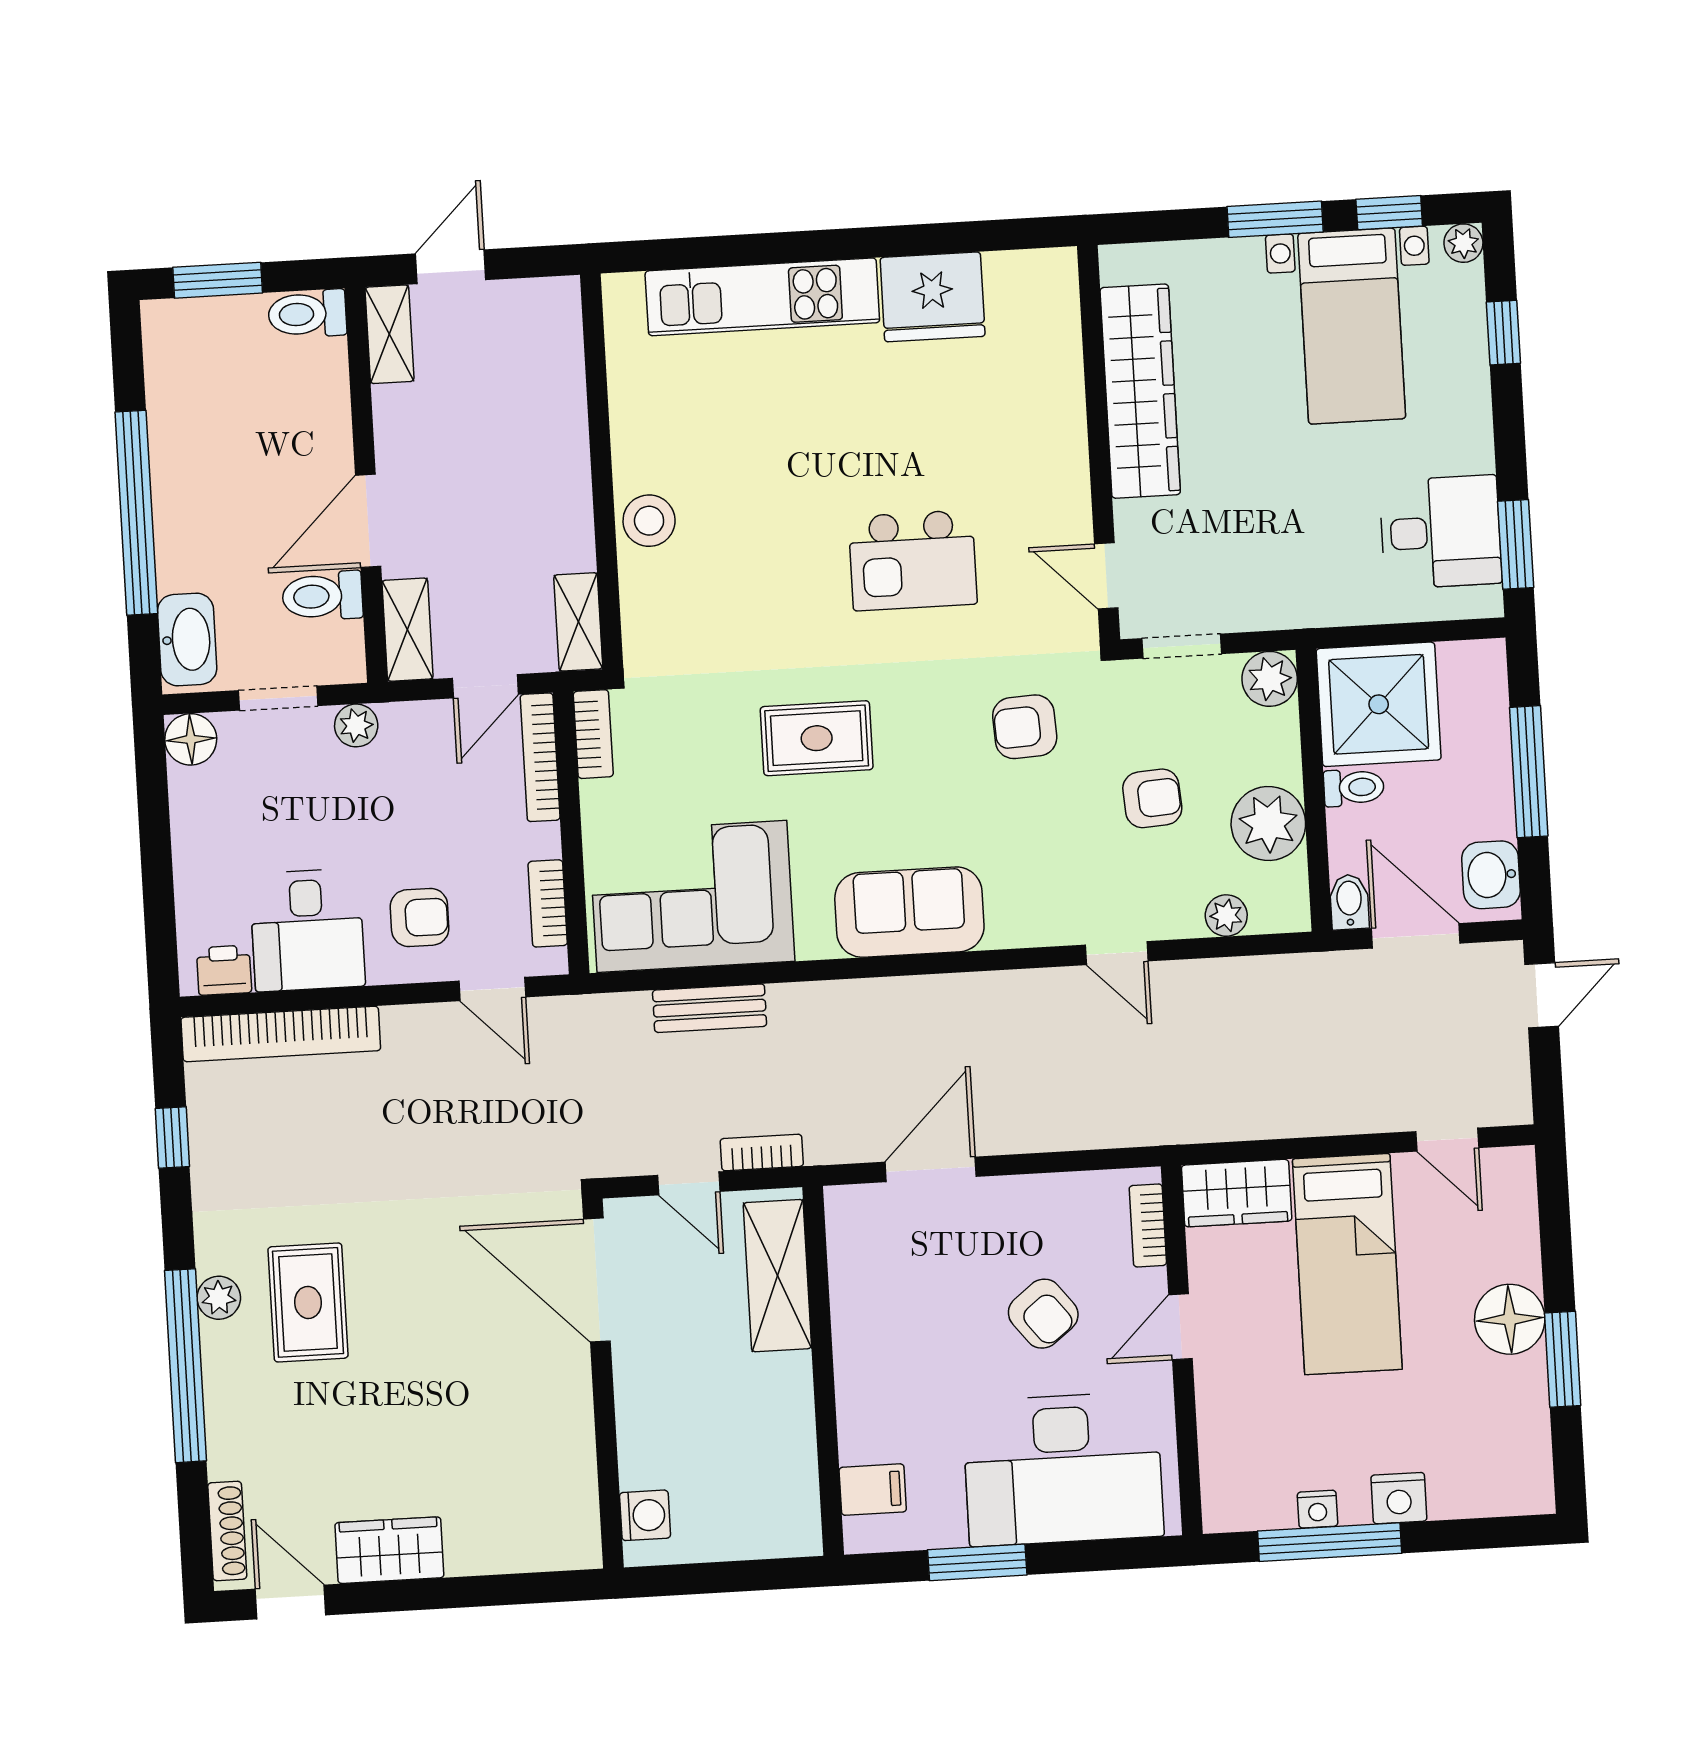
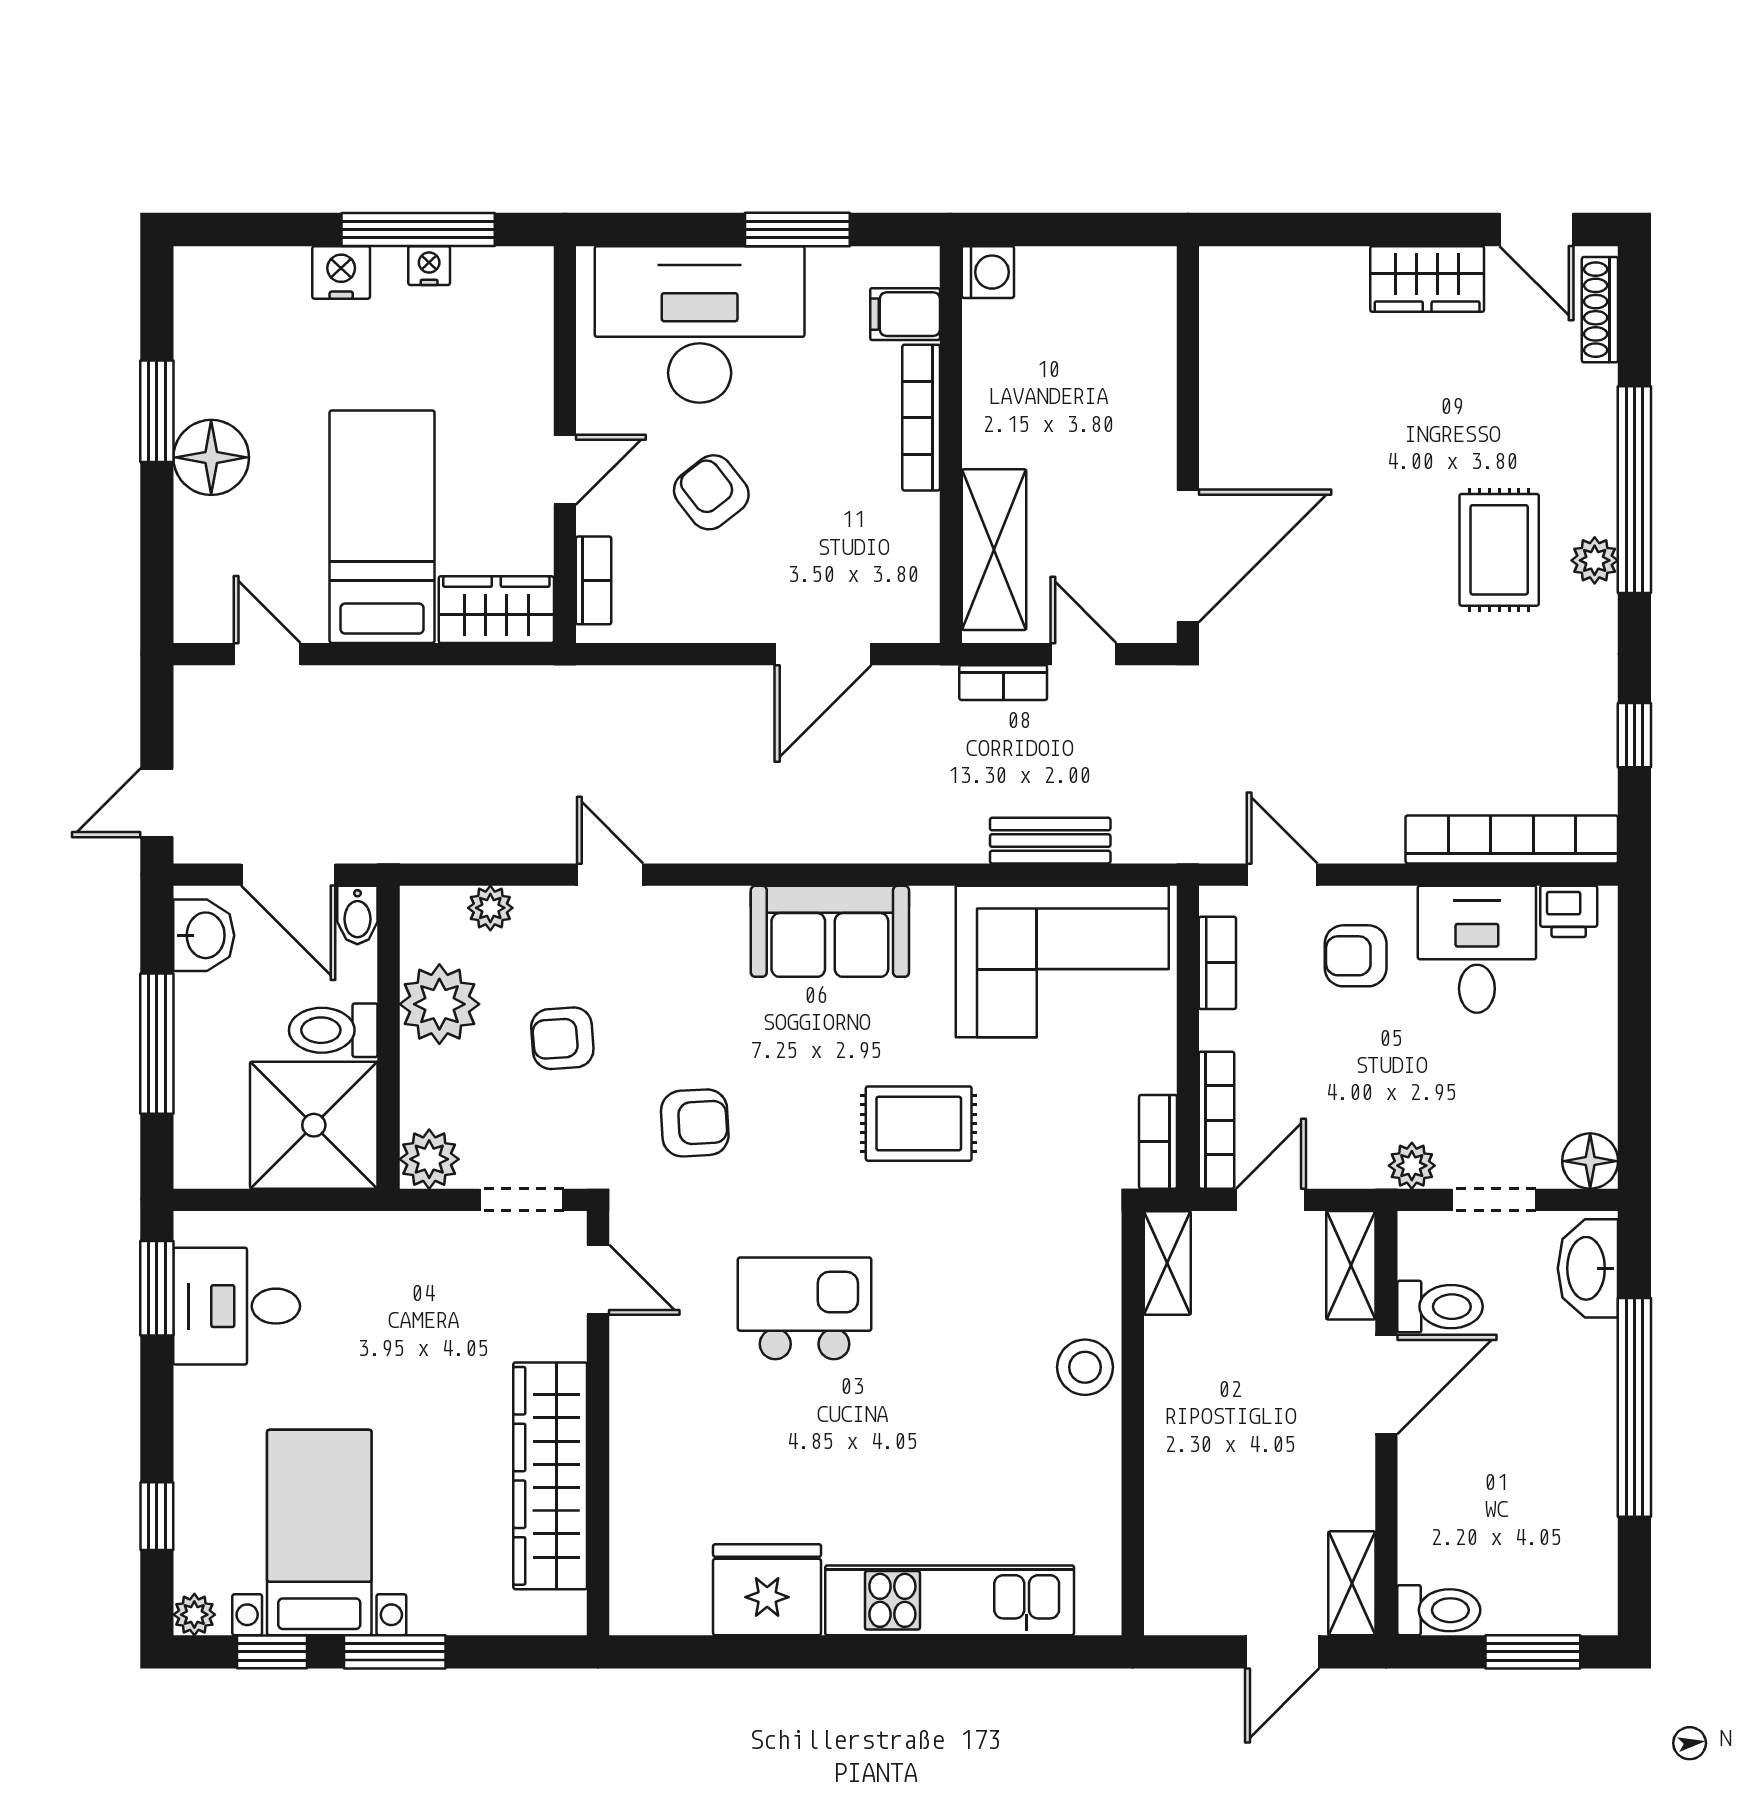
toilet: (1354, 787) -> (333, 1030), width x1.37, depth x1.39
door: (597, 1280) -> (1188, 556), hinge flipped
bookcase: (852, 1394) -> (921, 418), added
washing machine: (645, 1515) -> (988, 272), moved, turned 180

